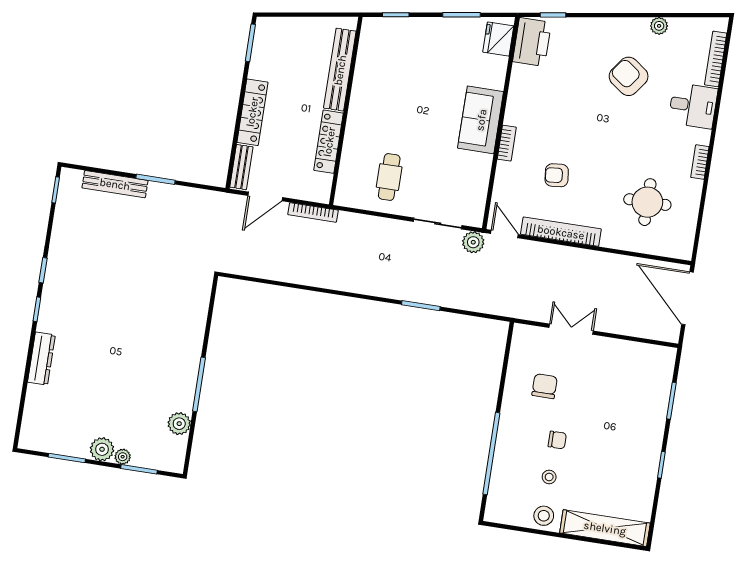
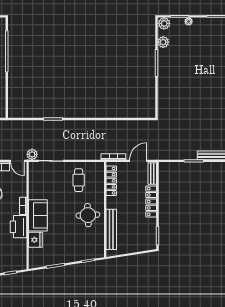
fridge: (498, 39) -> (35, 240), moved
printer: (532, 42) -> (19, 227), moved
round table: (382, 105) -> (88, 215), added
locker: (329, 142) -> (111, 181), moved
plant: (102, 449) -> (164, 23), moved

